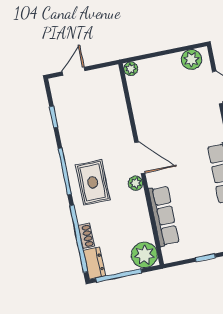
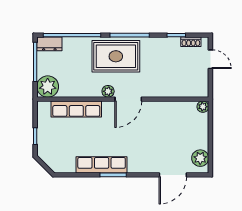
rug: (93, 182) -> (116, 56), width x1.36, depth x1.43
shoe rack: (86, 236) -> (191, 42), moved

